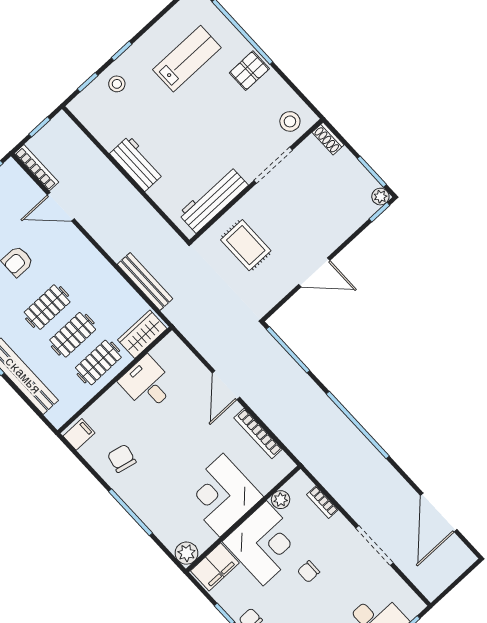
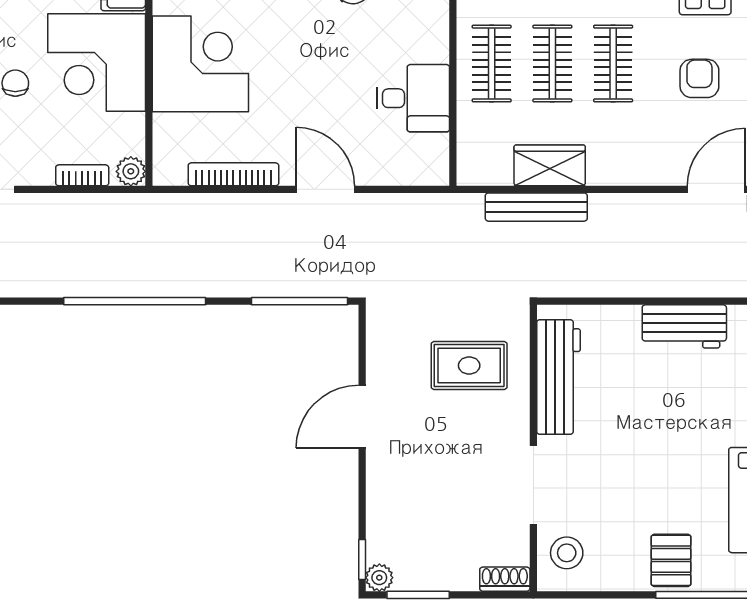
wardrobe: (142, 334) -> (550, 165), moved, turned -90
plant: (281, 500) -> (131, 171), moved

